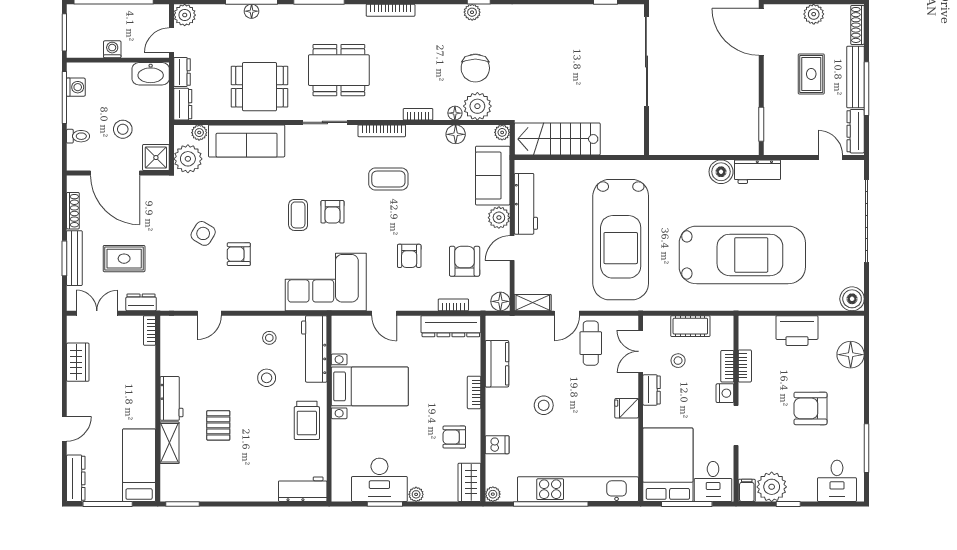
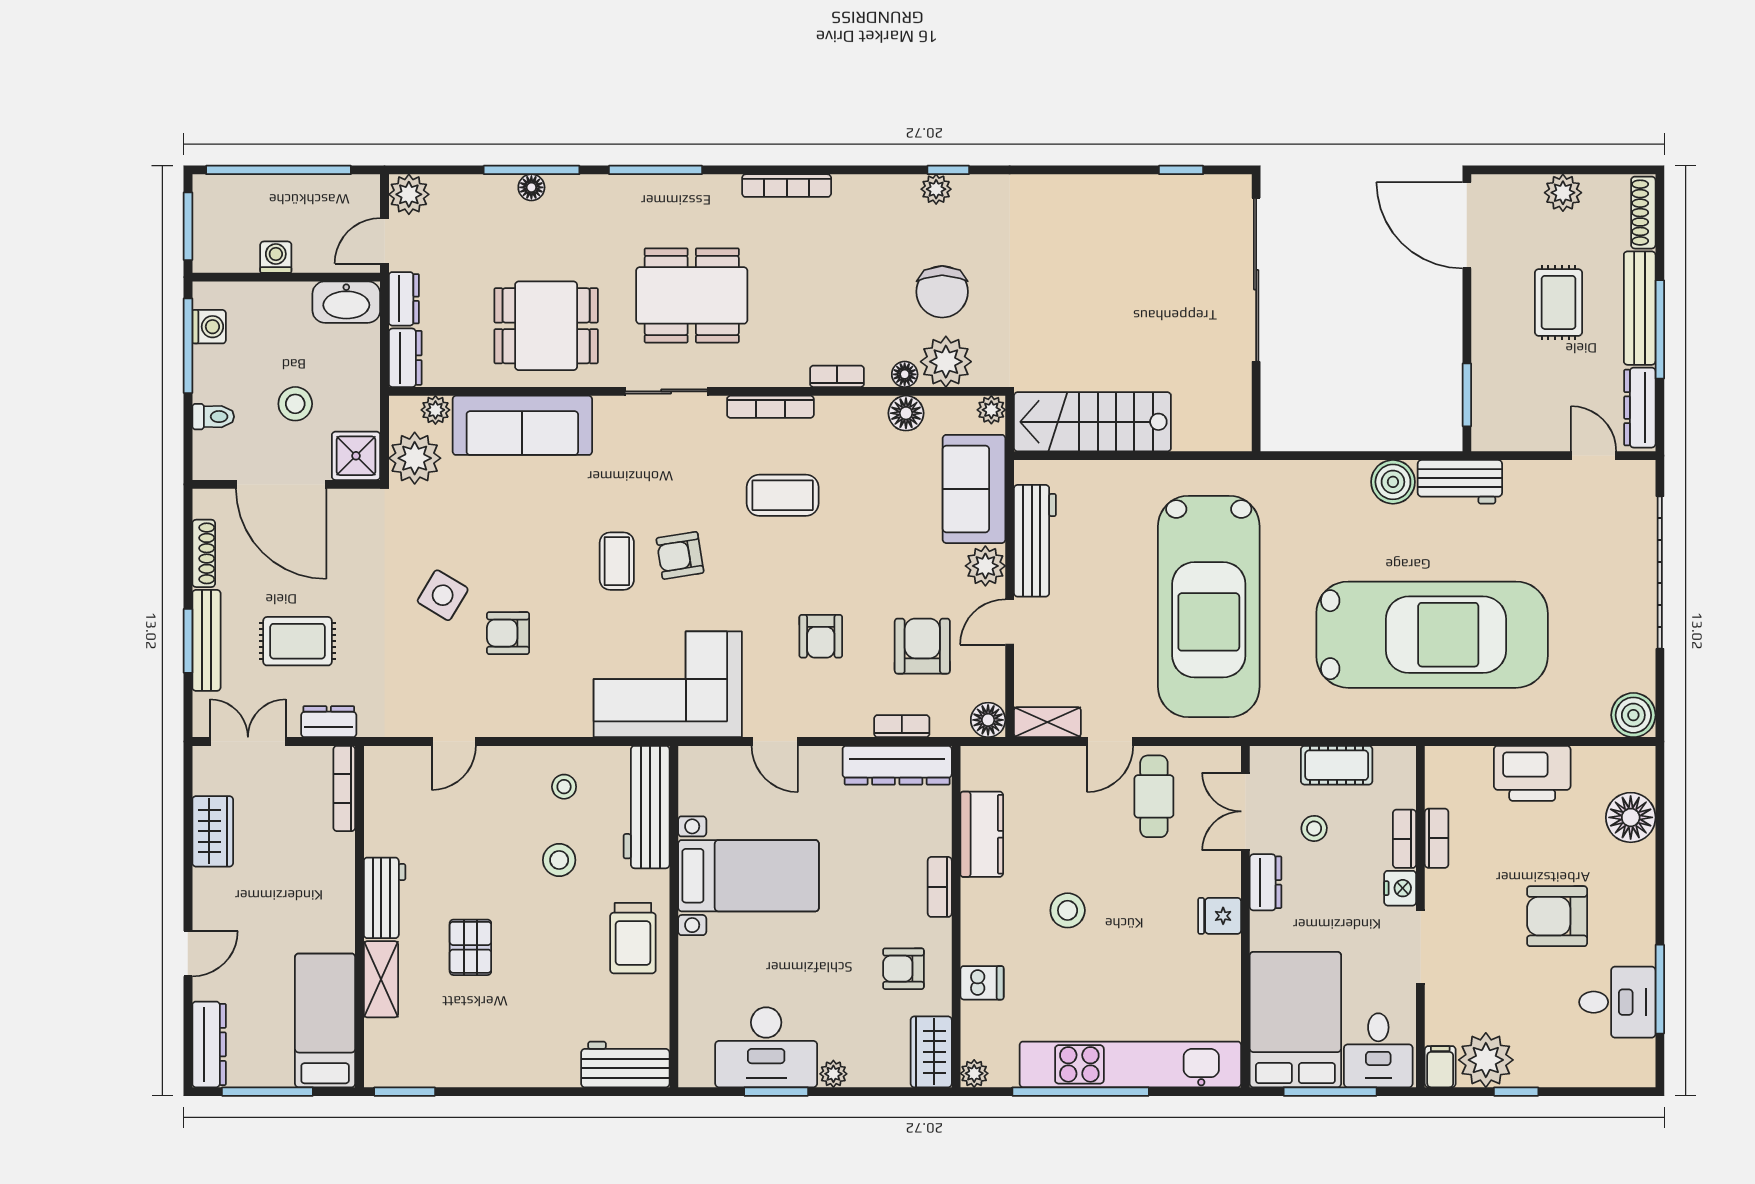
armchair: (332, 212) -> (680, 555), turned 81
bookcase: (150, 330) -> (344, 788), width x1.56
desk: (837, 481) -> (1617, 1002), moved, turned -90

